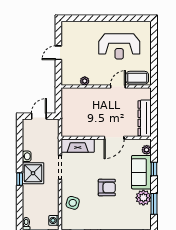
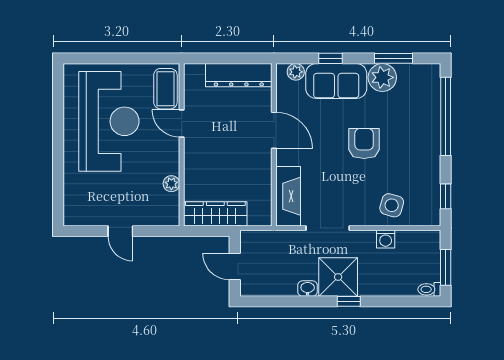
reception desk: (119, 46) -> (109, 121), width x1.36, depth x1.30
wardrobe: (68, 105) -> (215, 214), added
washing machine: (54, 220) -> (386, 239), moved

